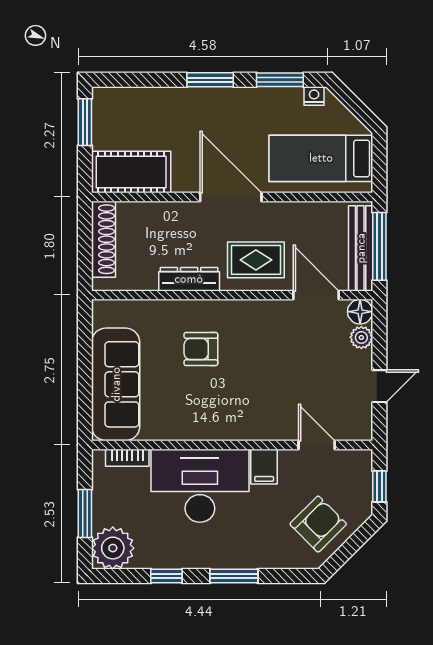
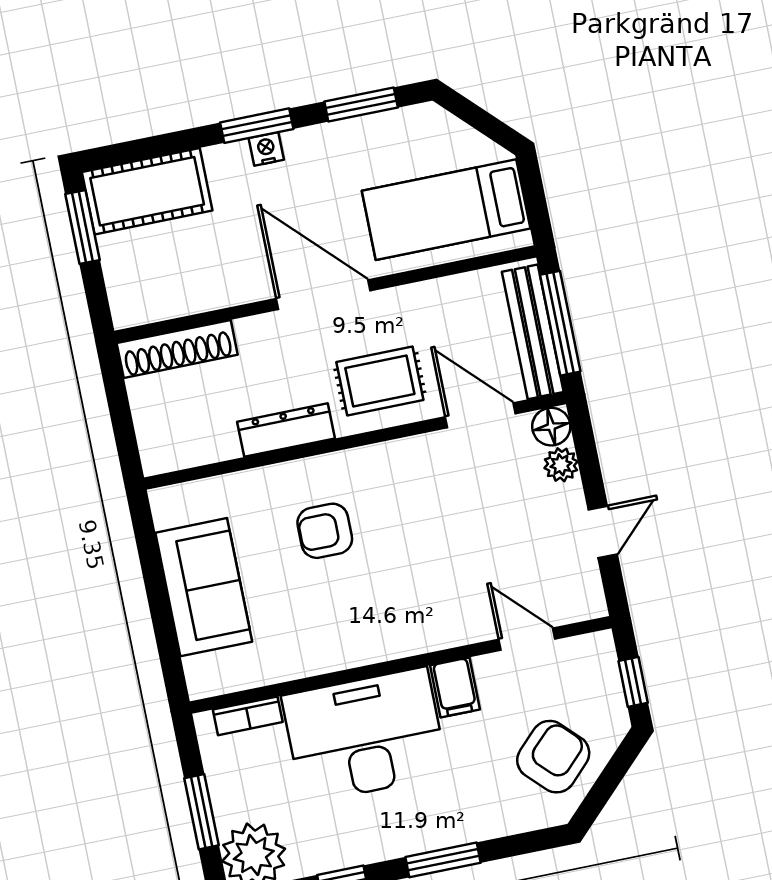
nightstand: (314, 96) -> (266, 149), moved
cot: (131, 172) -> (147, 191), moved
shoe rack: (103, 239) -> (177, 349), moved, turned 90
sofa: (116, 384) -> (204, 587), width x0.73

